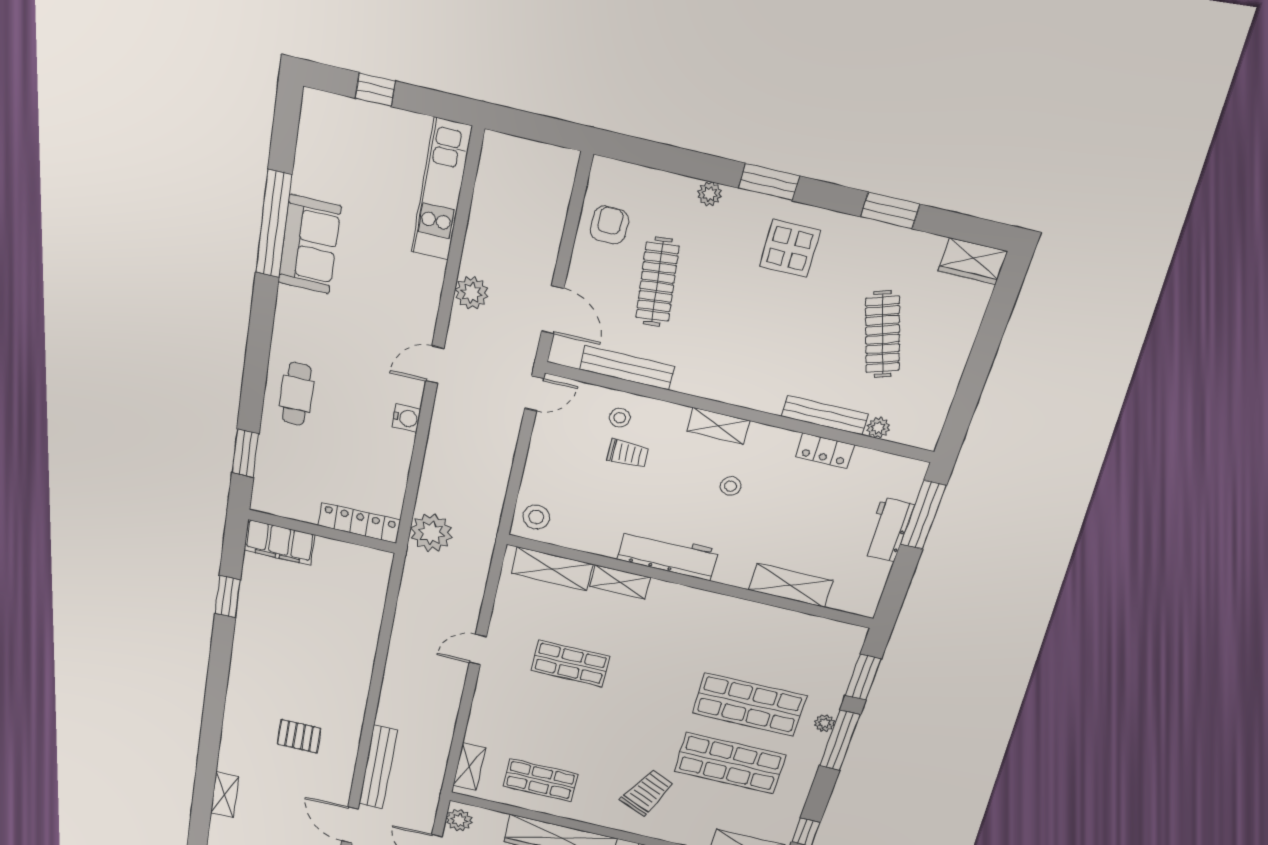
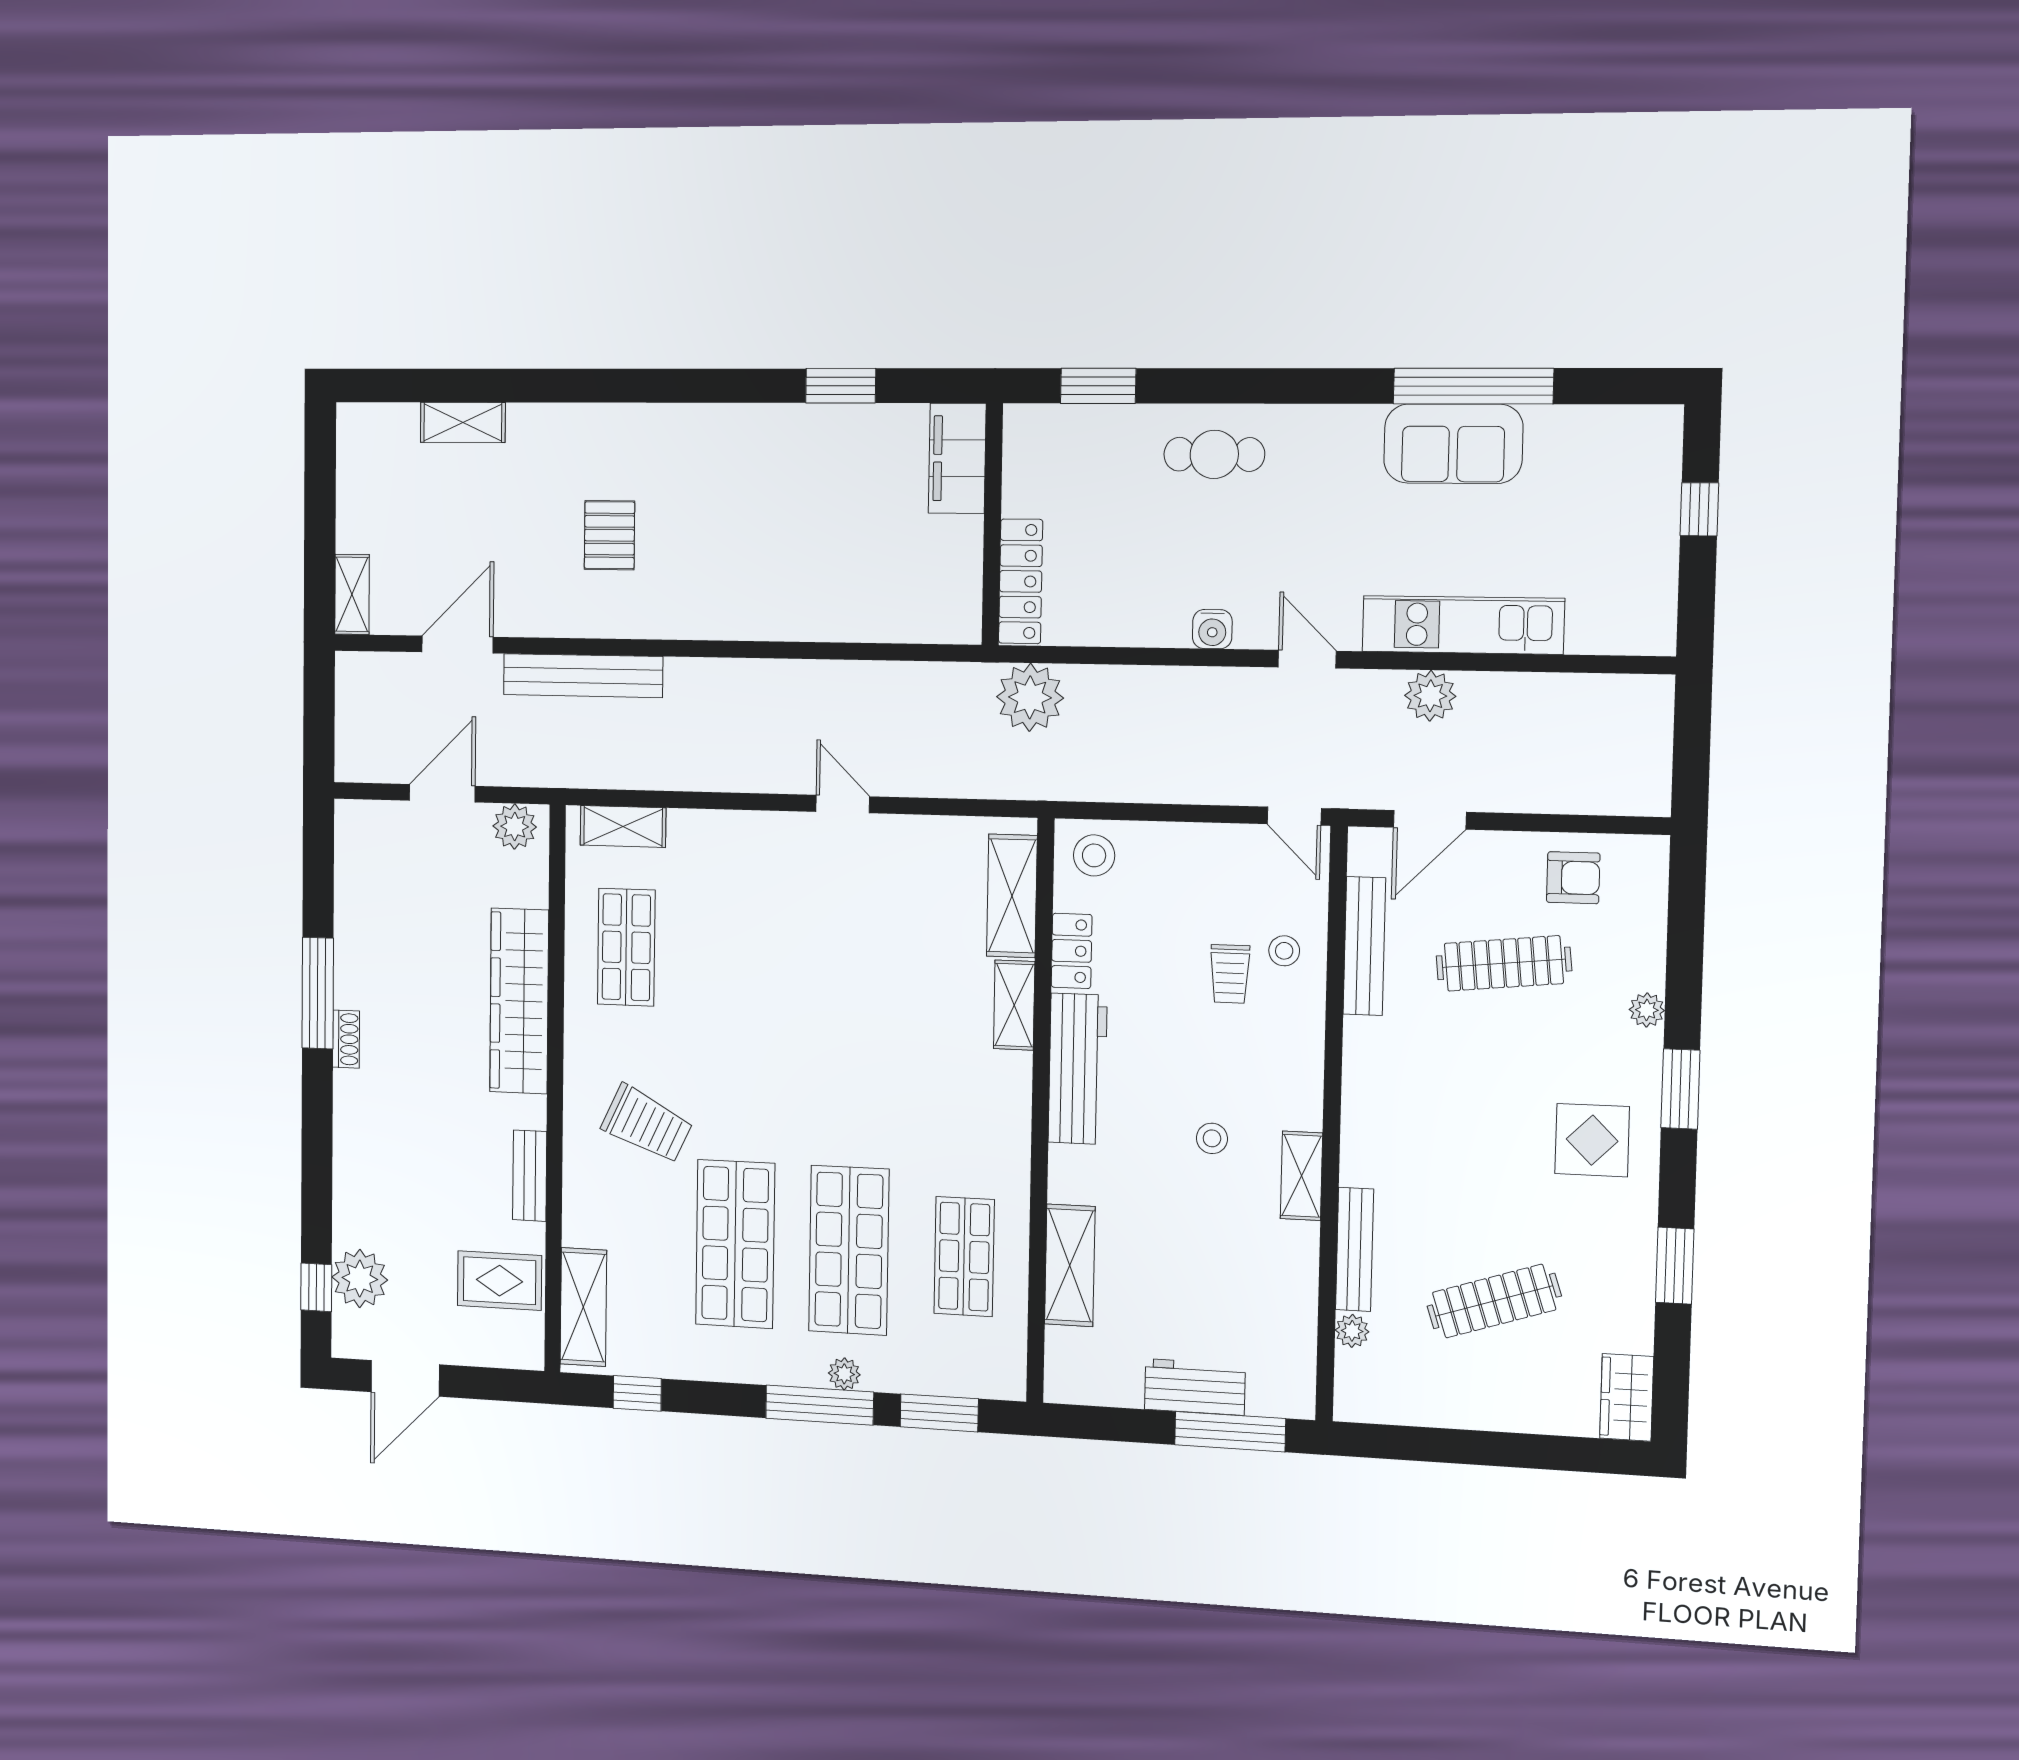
kitchen unit: (441, 190) -> (1463, 625), moved
shelving: (718, 426) -> (1301, 1176), moved
locker: (825, 451) -> (1072, 951), moved, turned 180
shop shelf: (570, 663) -> (964, 1257), moved

